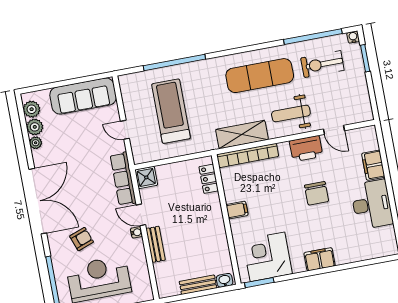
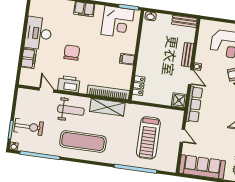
exercise bike: (322, 64) -> (29, 127), moved
bench: (198, 285) -> (184, 21), moved

